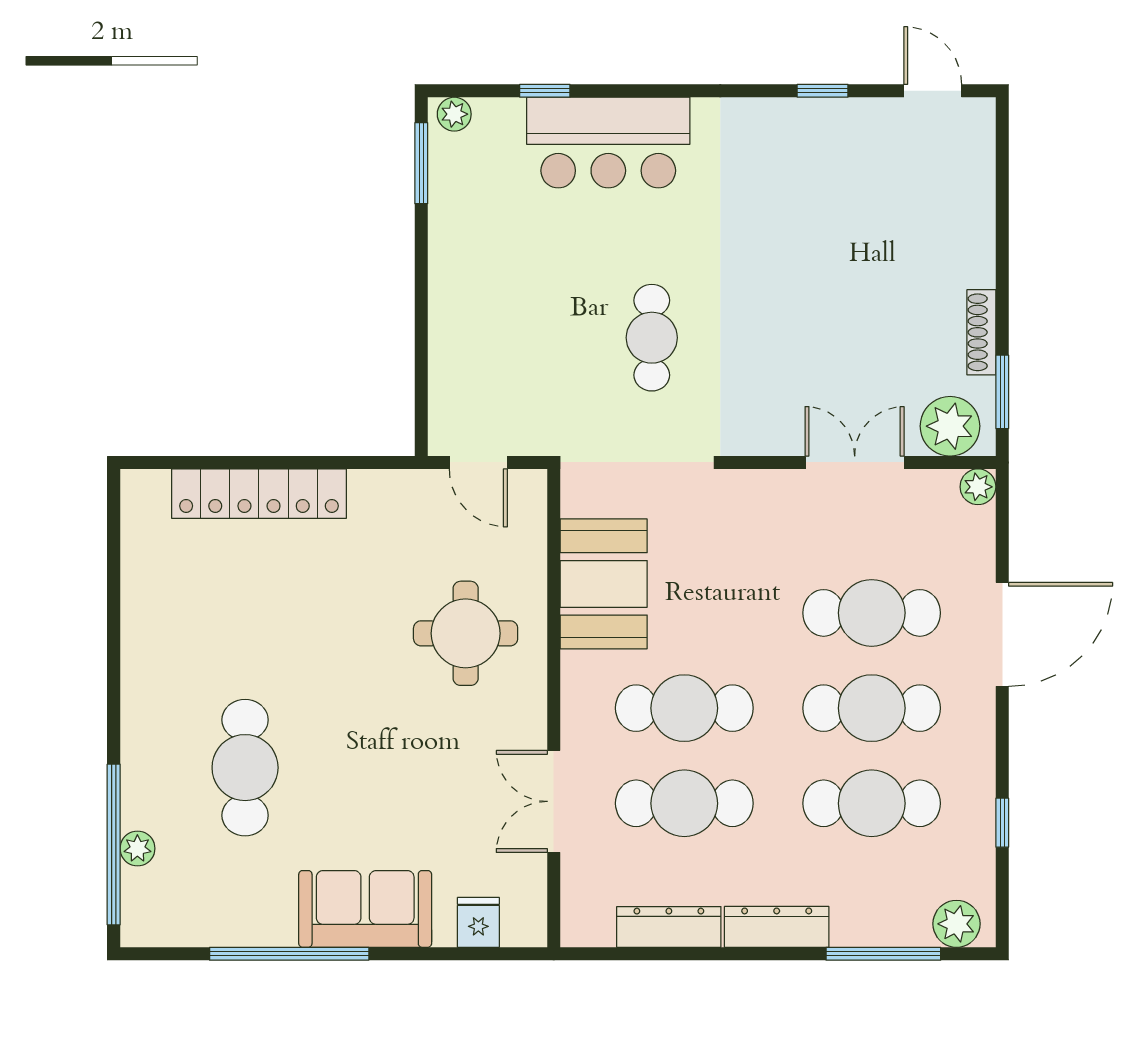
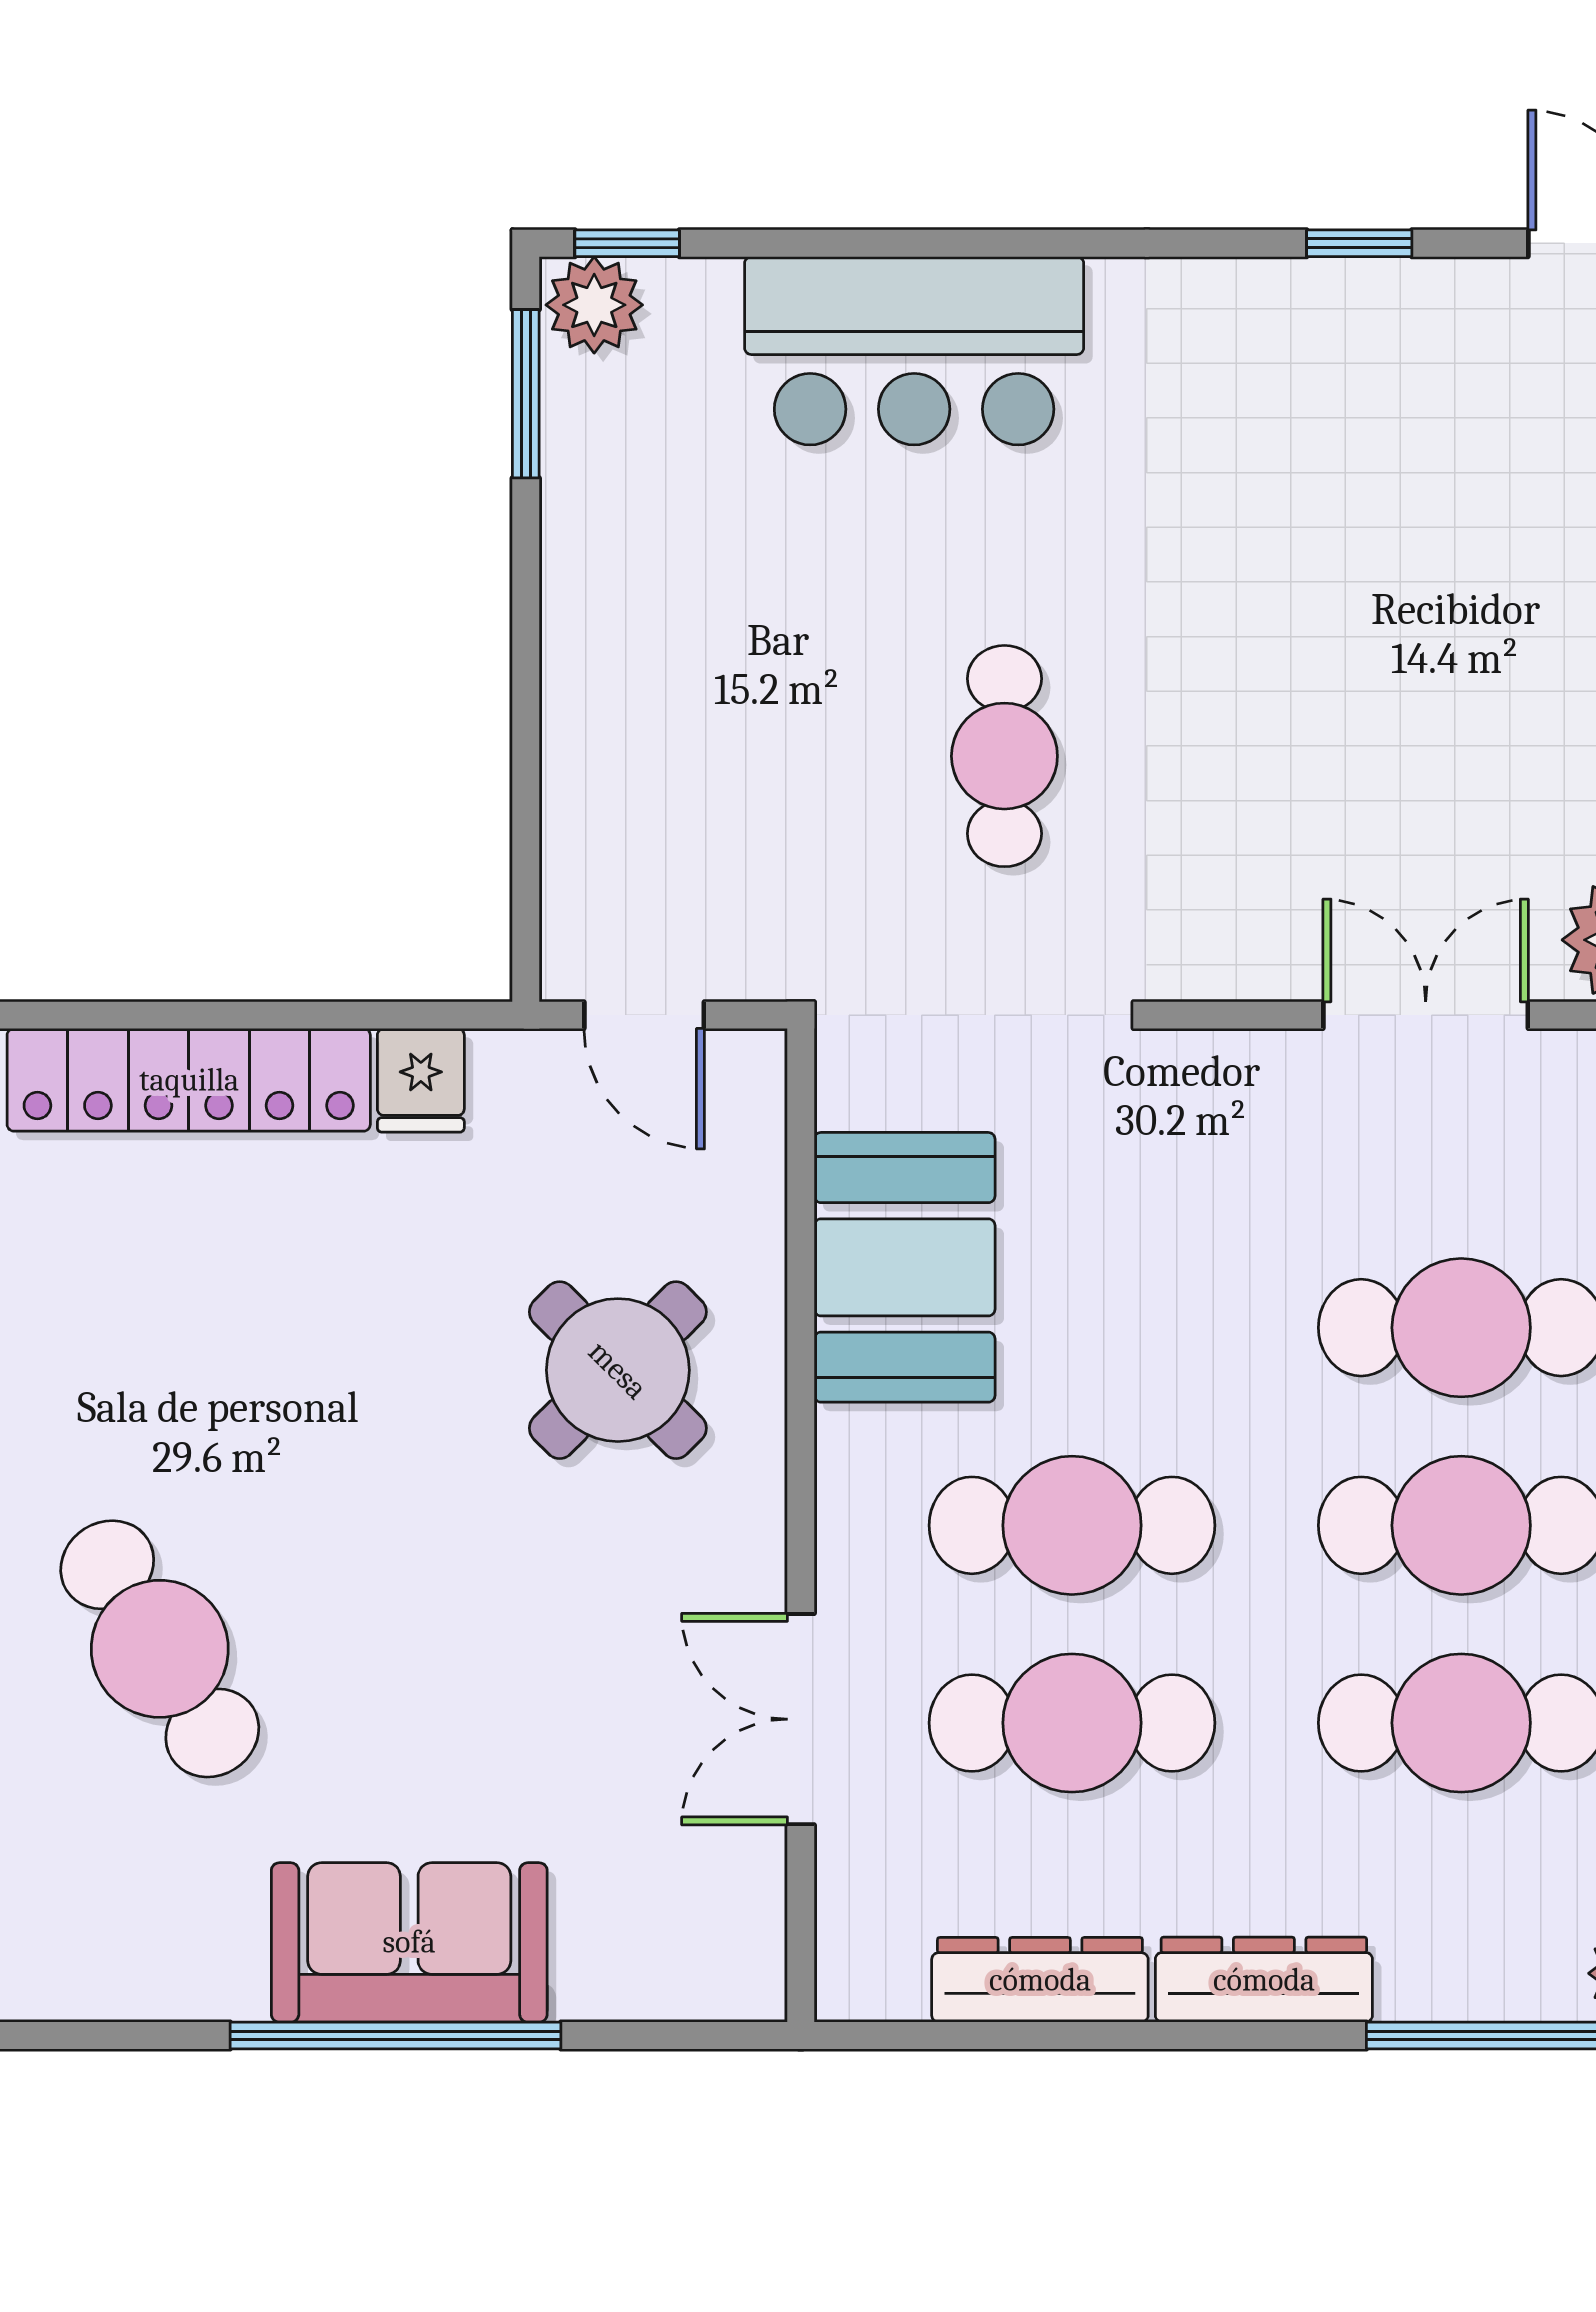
window: (545, 91) -> (627, 243), moved
plant: (454, 114) -> (594, 305), width x1.38, depth x1.38
round table: (466, 633) -> (618, 1370), turned 45
cafe table: (245, 768) -> (160, 1649), turned -32
fridge: (478, 922) -> (421, 1080), moved, turned 180
window: (289, 954) -> (396, 2035), moved

